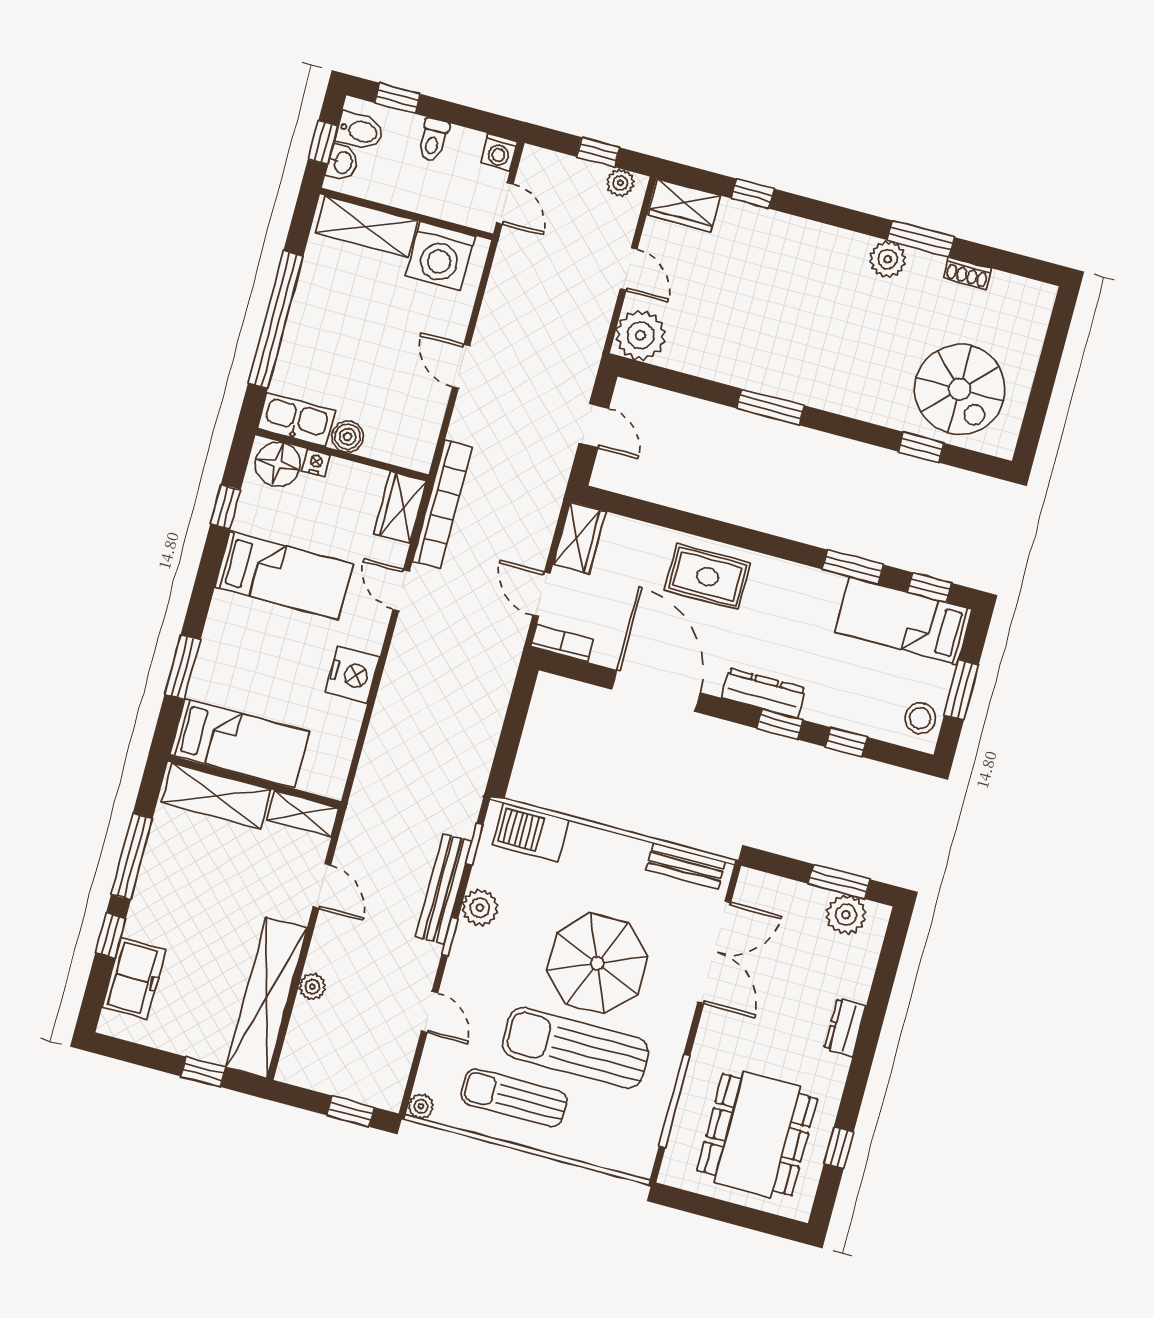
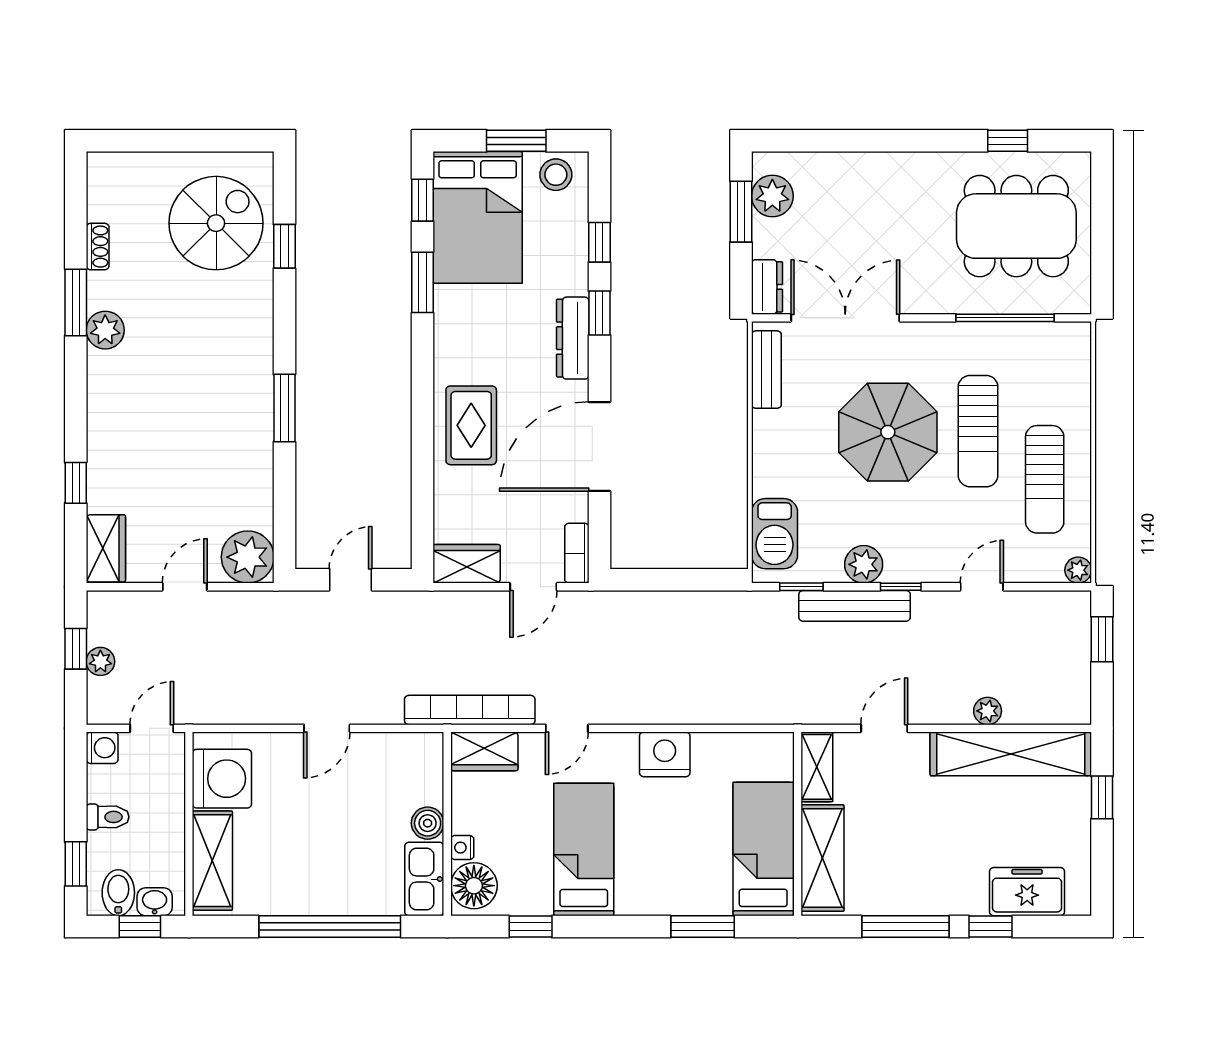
plant: (620, 183) -> (100, 661), moved
bed: (903, 621) -> (478, 217), width x1.50
dresser: (845, 1027) -> (767, 287), moved, turned -90
sun lounger: (576, 1048) -> (978, 431), width x0.73, depth x0.75

